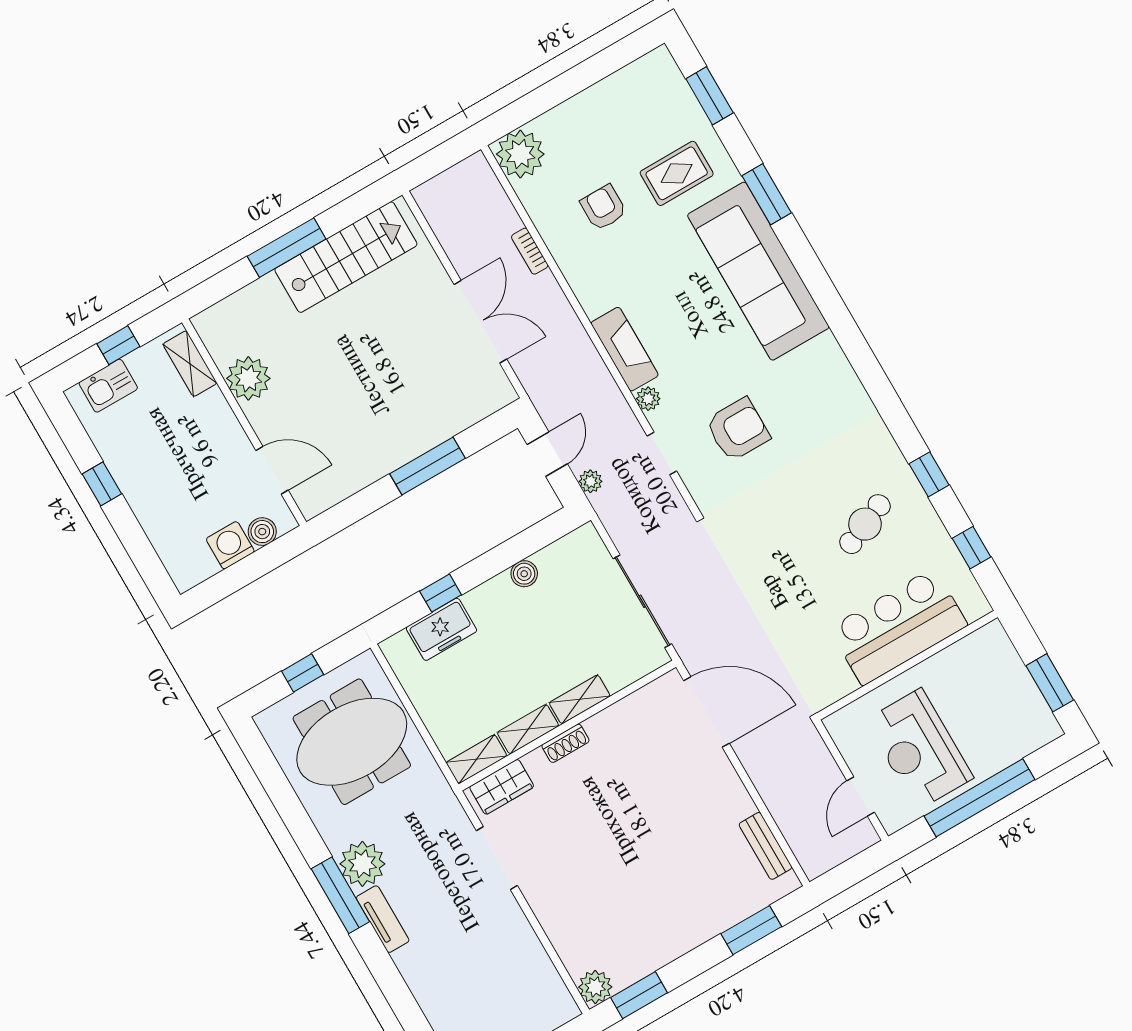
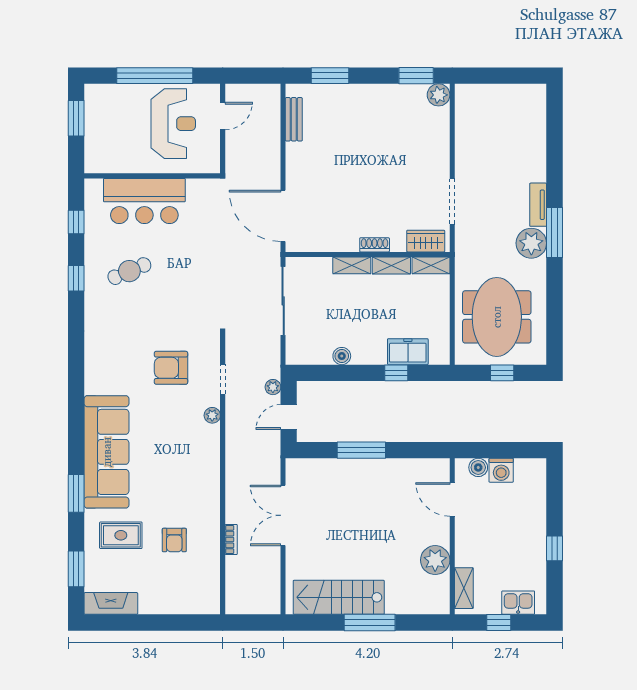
plant: (520, 154) -> (204, 598), removed
fireplace: (625, 349) -> (111, 603), moved, turned 90
meeting table: (352, 742) -> (497, 317), turned 90

